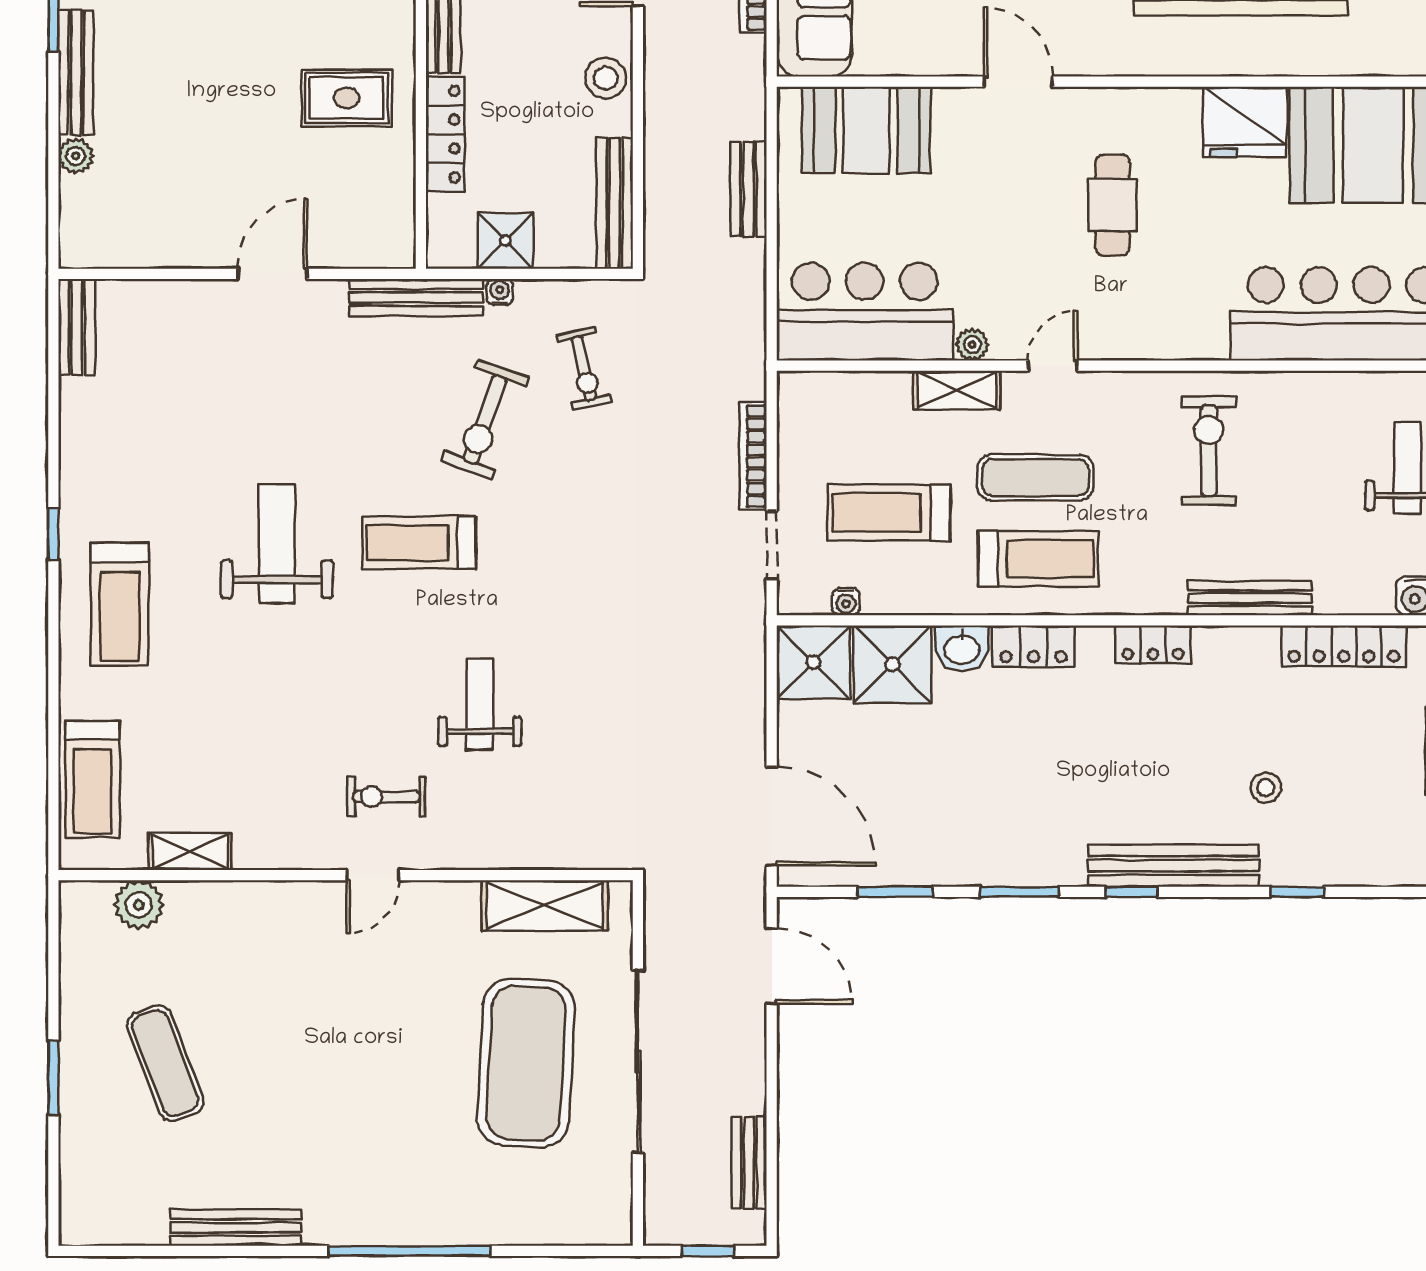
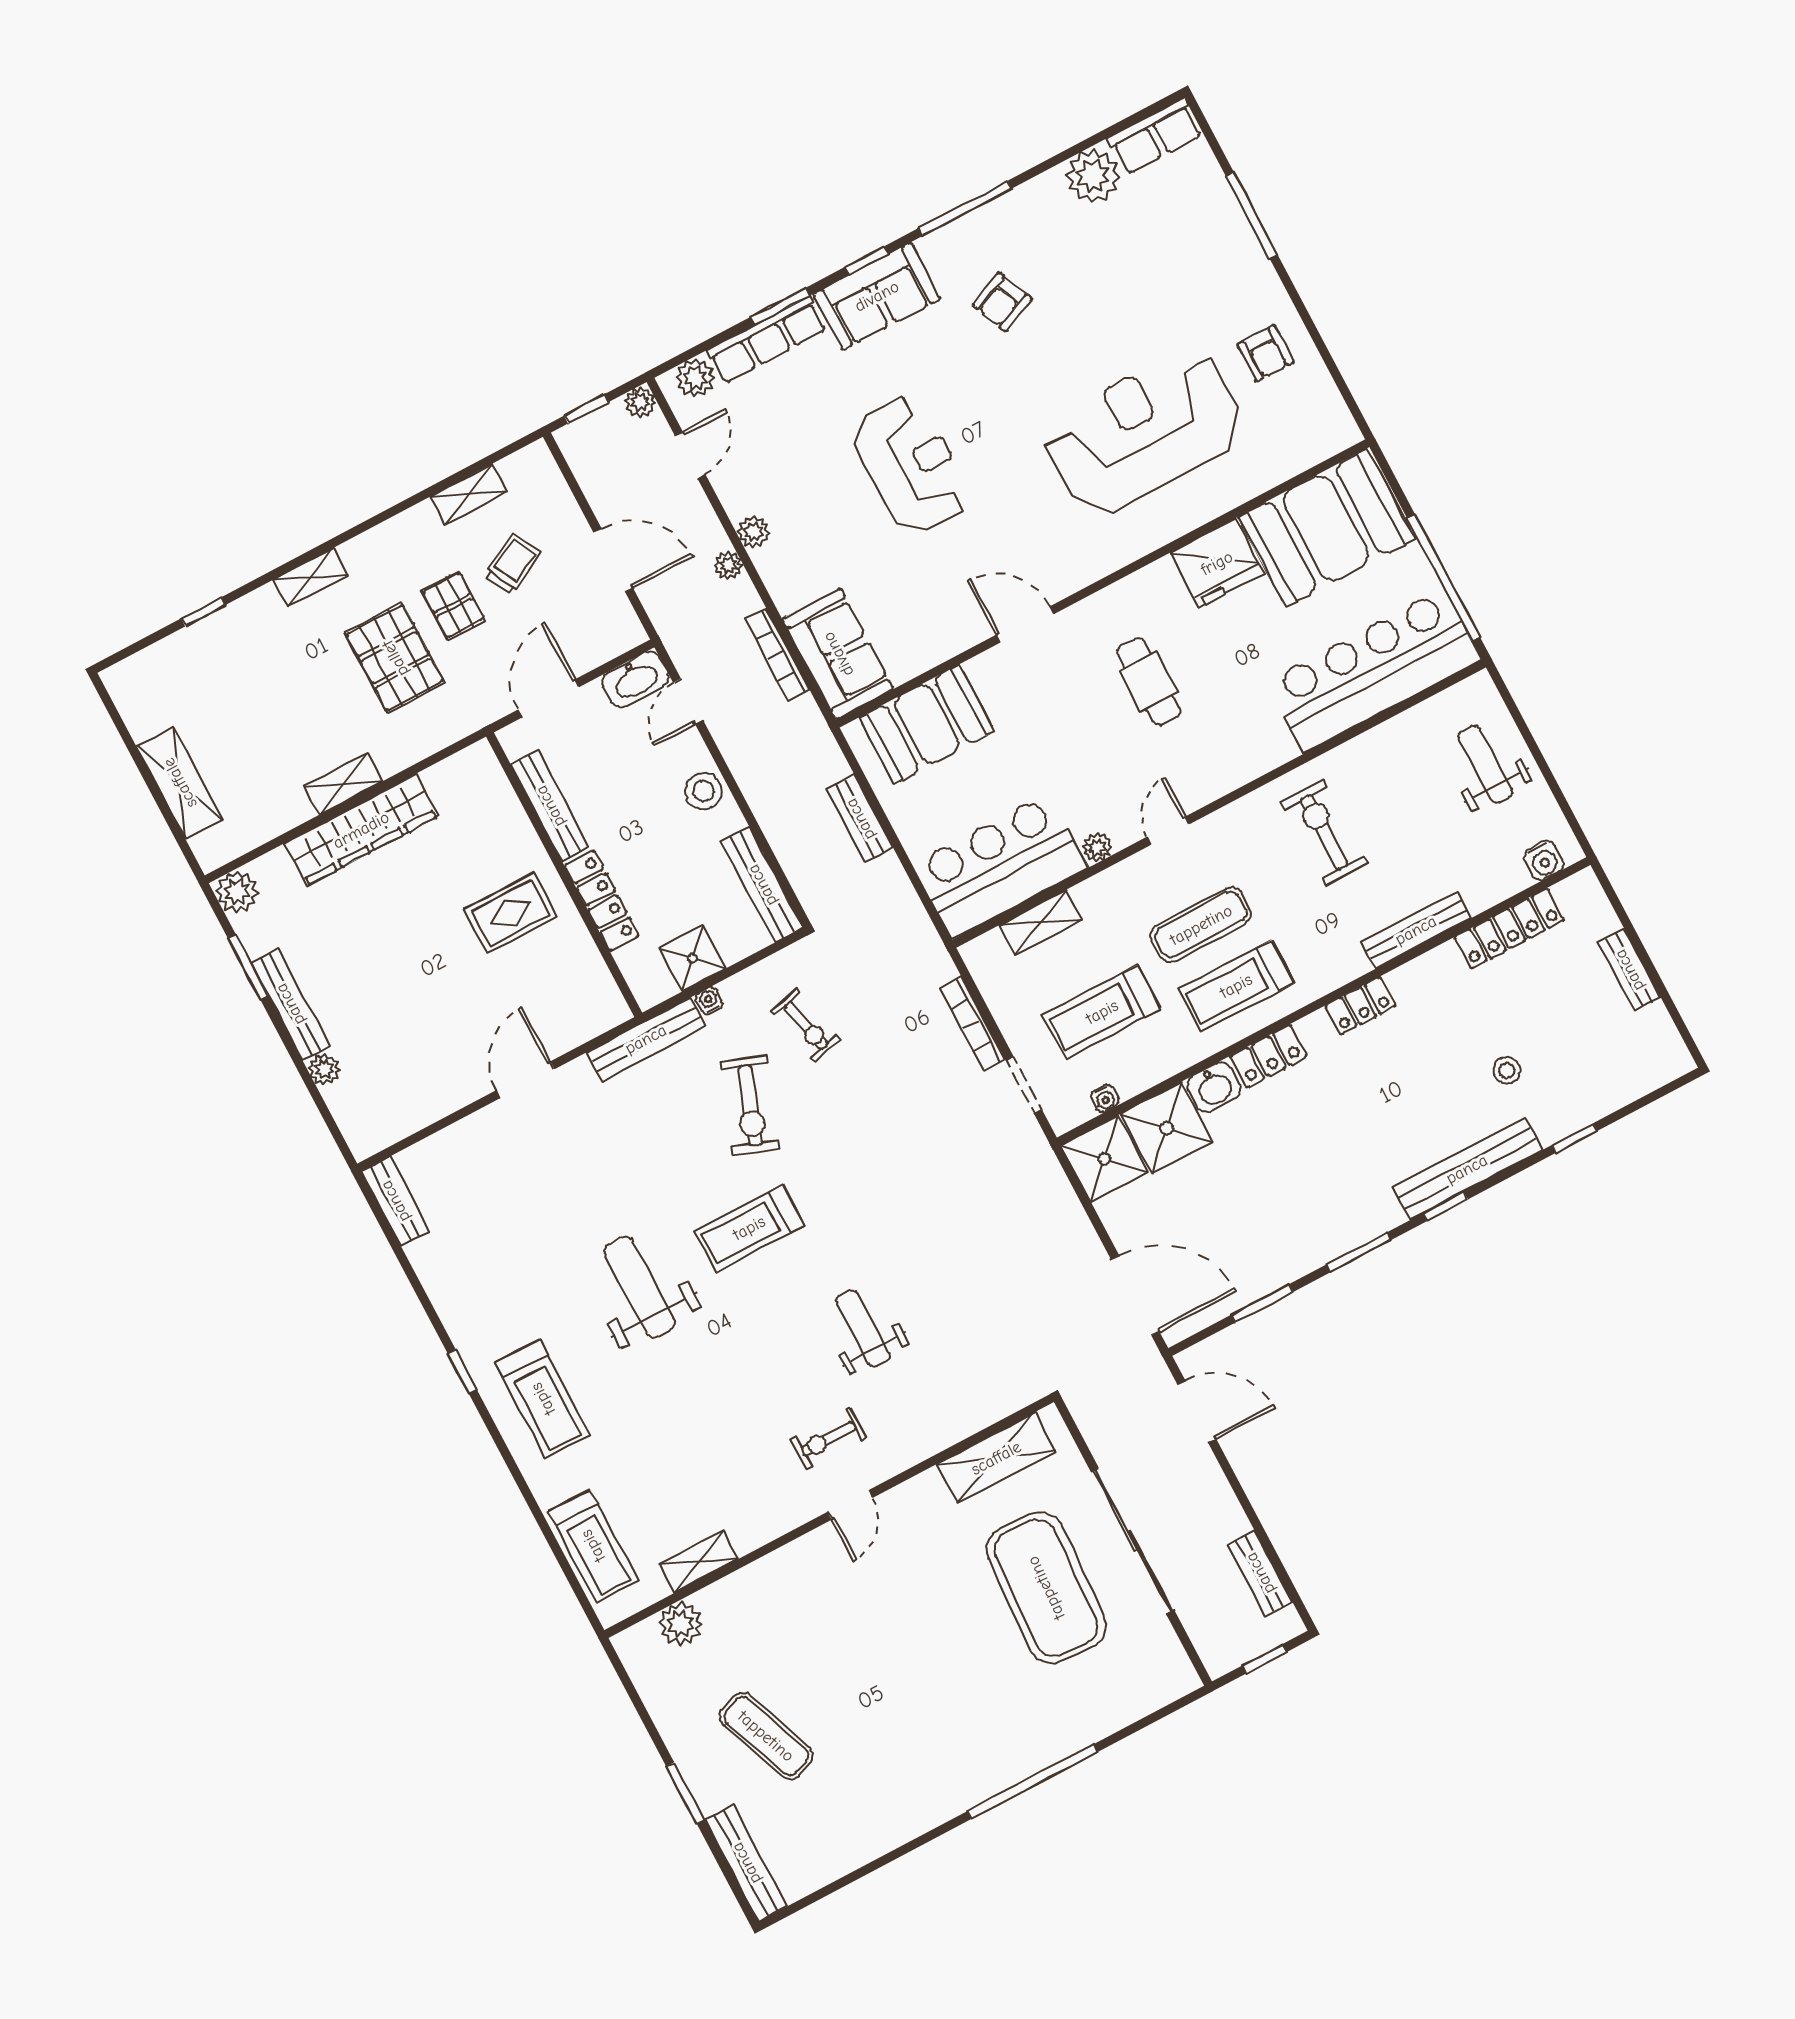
shelving: (957, 390) -> (1041, 922), moved
treadmill: (1038, 559) -> (1236, 986), turned 180
bench: (236, 1228) -> (746, 1863), moved, turned 90

